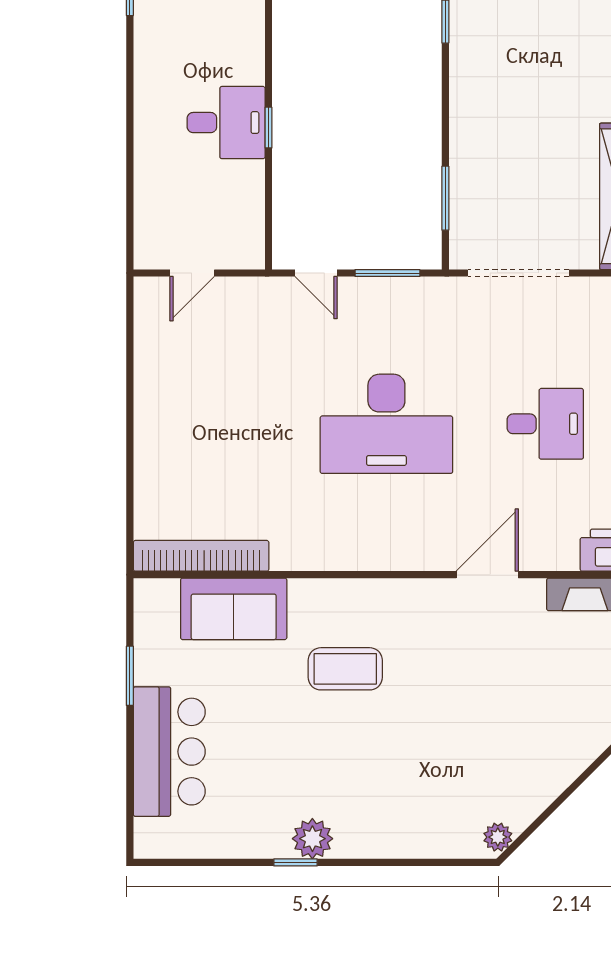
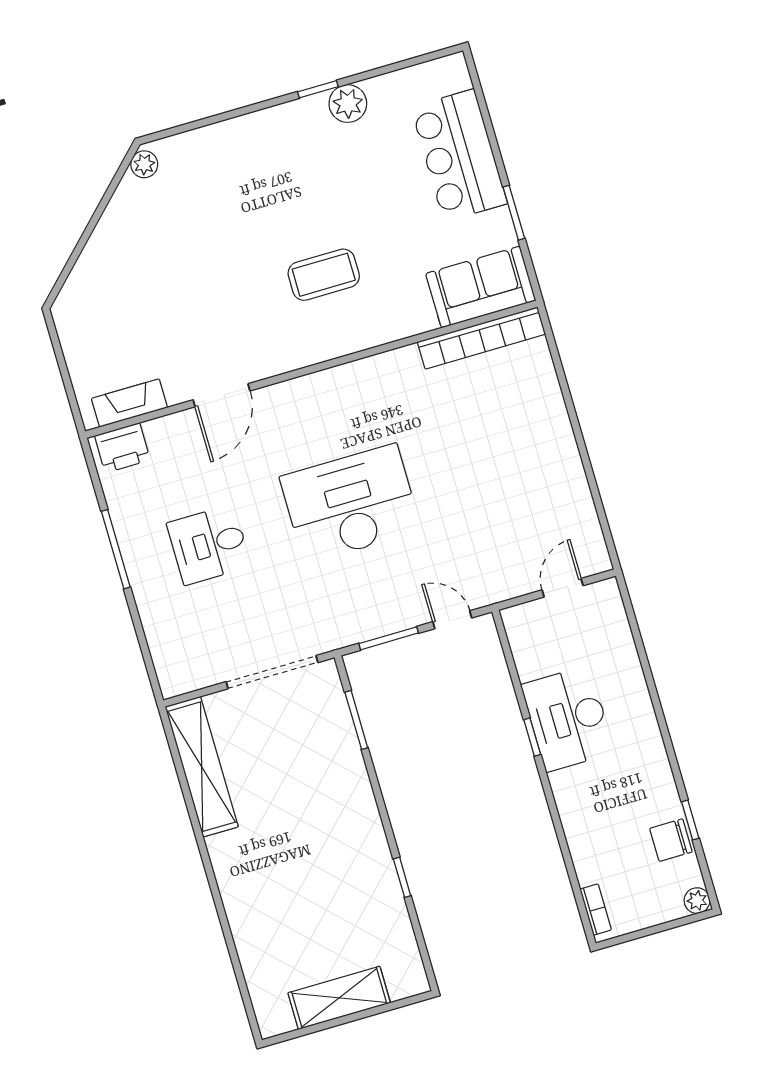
desk: (226, 123) -> (568, 719), width x1.37
sofa: (234, 609) -> (481, 287), moved
plant: (312, 839) -> (348, 104), moved

